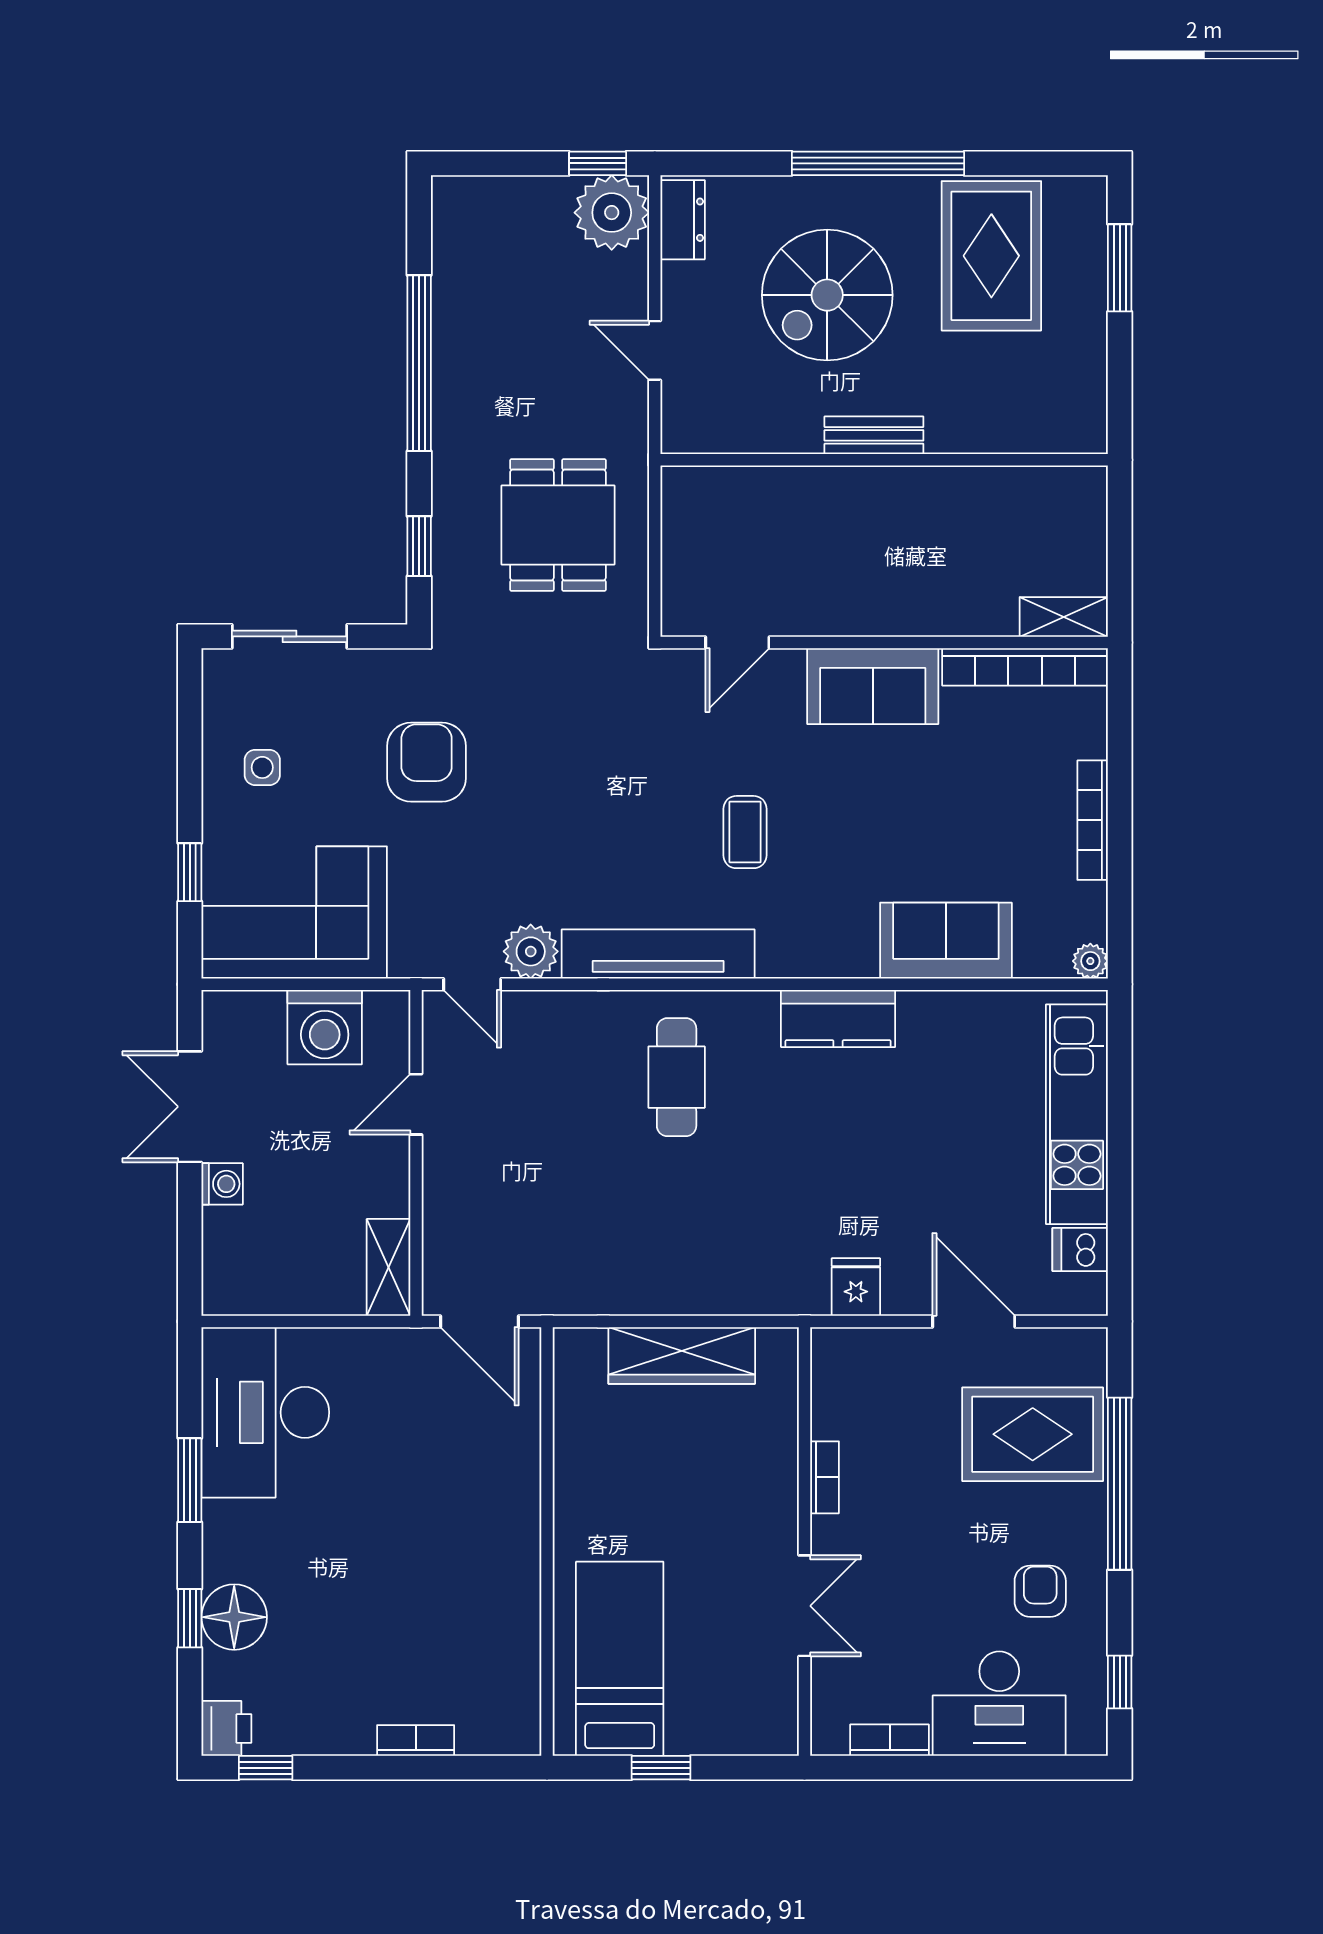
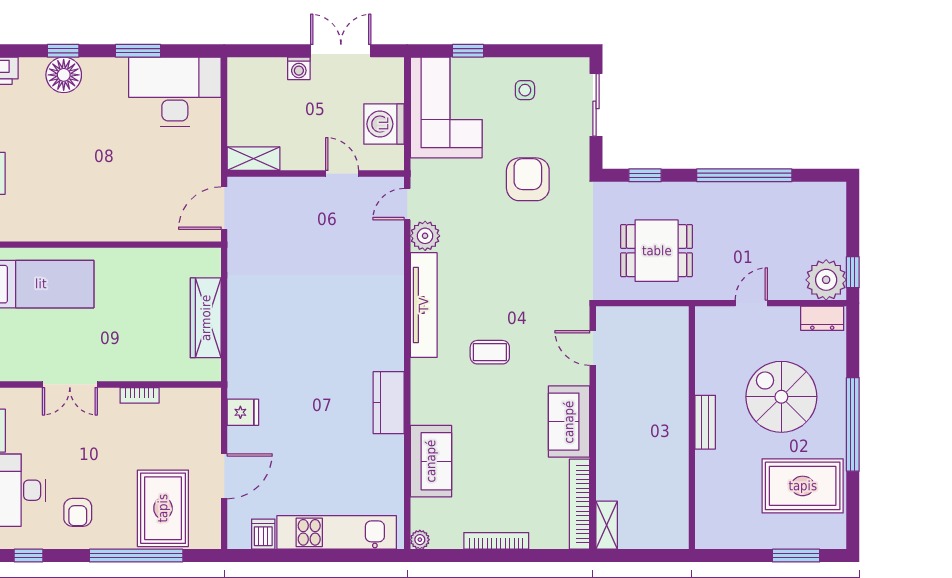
armchair: (427, 762) -> (528, 179), turned -90
cafe table: (677, 1077) -> (357, 315), removed
armchair: (1040, 1591) -> (78, 512), turned 90

